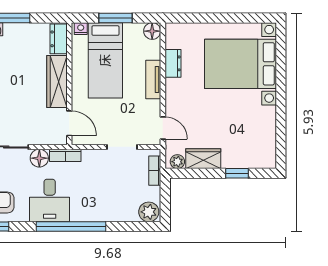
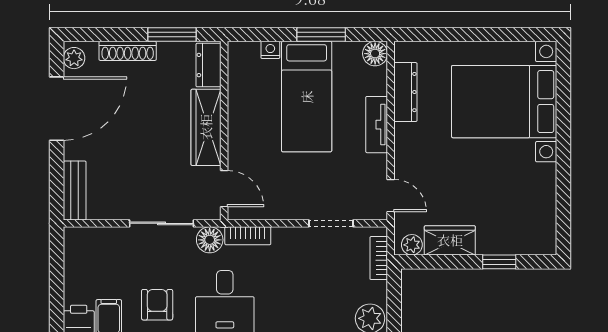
dresser: (59, 39) -> (208, 65), moved
dresser: (173, 63) -> (405, 92), width x1.44
wardrobe: (57, 81) -> (206, 127), moved
wall: (69, 84) -> (224, 131), moved
door: (69, 123) -> (224, 189), moved

